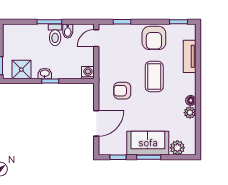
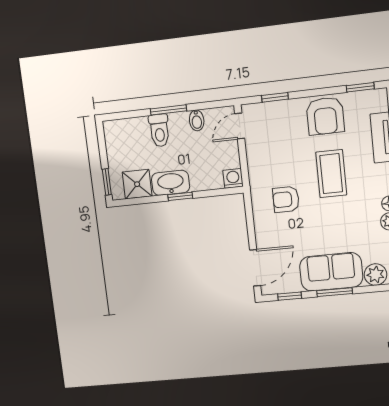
toilet: (55, 35) -> (159, 130), moved
washbasin: (45, 74) -> (171, 183), width x1.91, depth x1.45
door: (96, 123) -> (255, 268), moved

